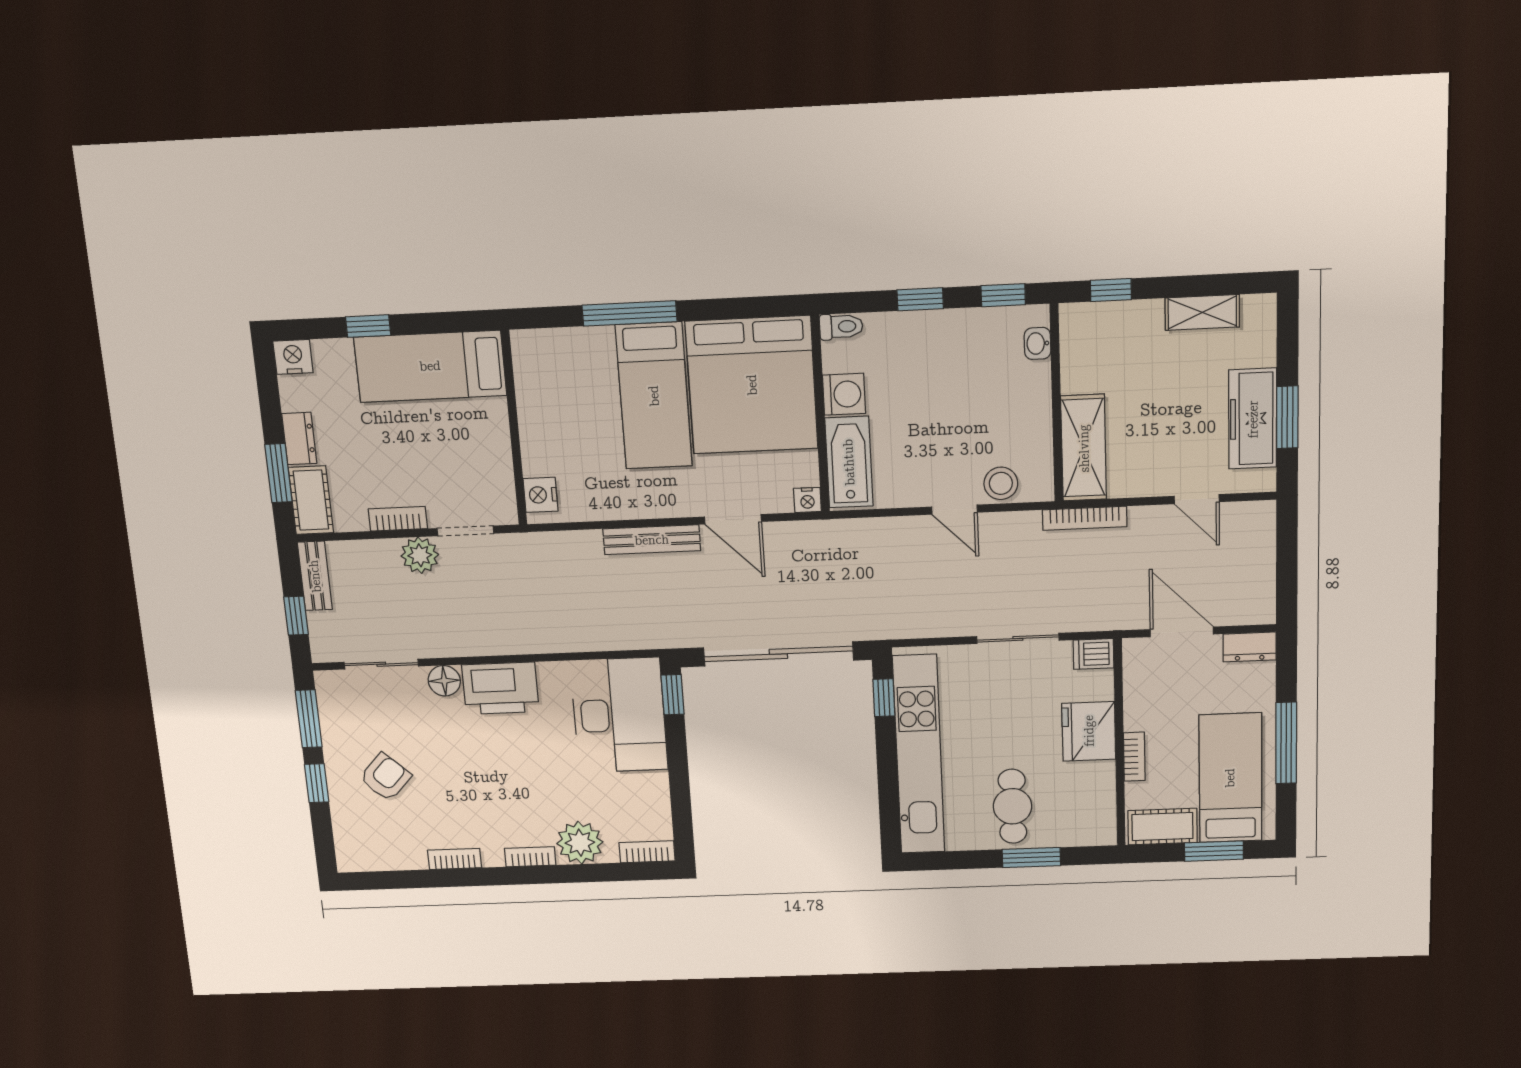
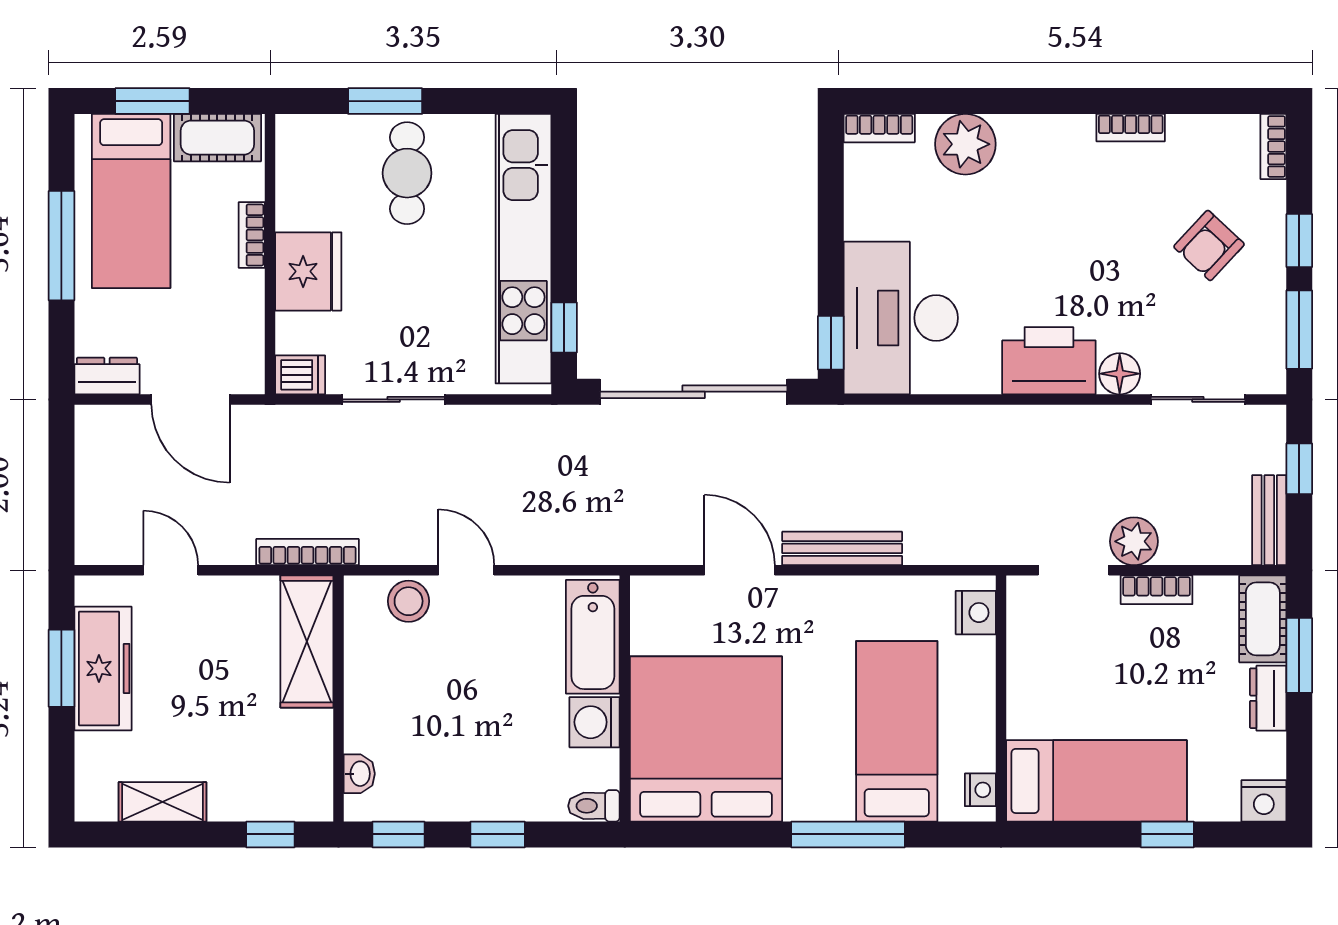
bed: (654, 396) -> (897, 731), moved
nightstand: (807, 500) -> (980, 790), moved, turned 90
bookcase: (530, 857) -> (1273, 146), moved, turned 90

